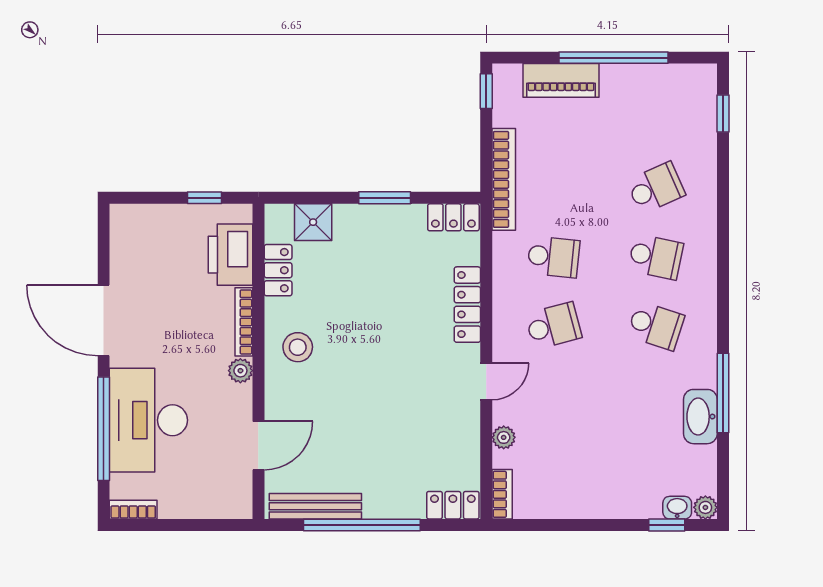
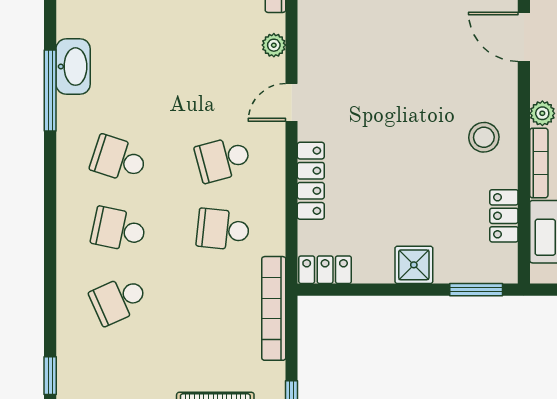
window: (385, 198) -> (476, 290), moved
shower: (313, 222) -> (414, 265), moved
door: (258, 446) -> (524, 37), hinge flipped

